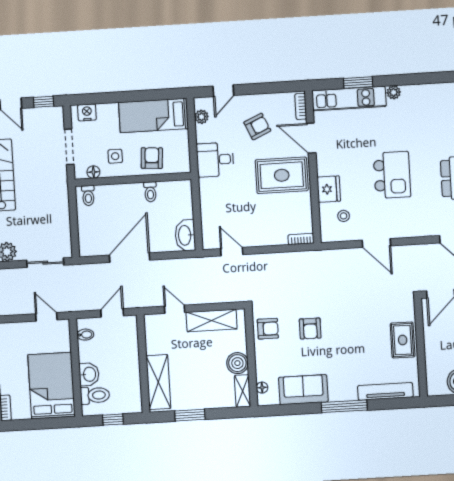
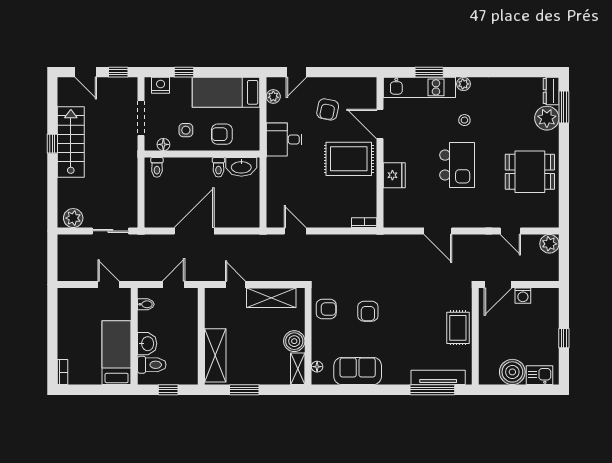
window: (110, 98) -> (184, 72), added
bookcase: (301, 106) -> (372, 92), removed
armchair: (257, 127) -> (328, 109), turned 125
armchair: (152, 158) -> (222, 134), turned -94
stool: (344, 216) -> (464, 120), moved
washbasin: (185, 235) -> (241, 167), moved, turned -90
bed: (51, 386) -> (117, 353), width x0.67
window: (344, 406) -> (432, 390), moved

